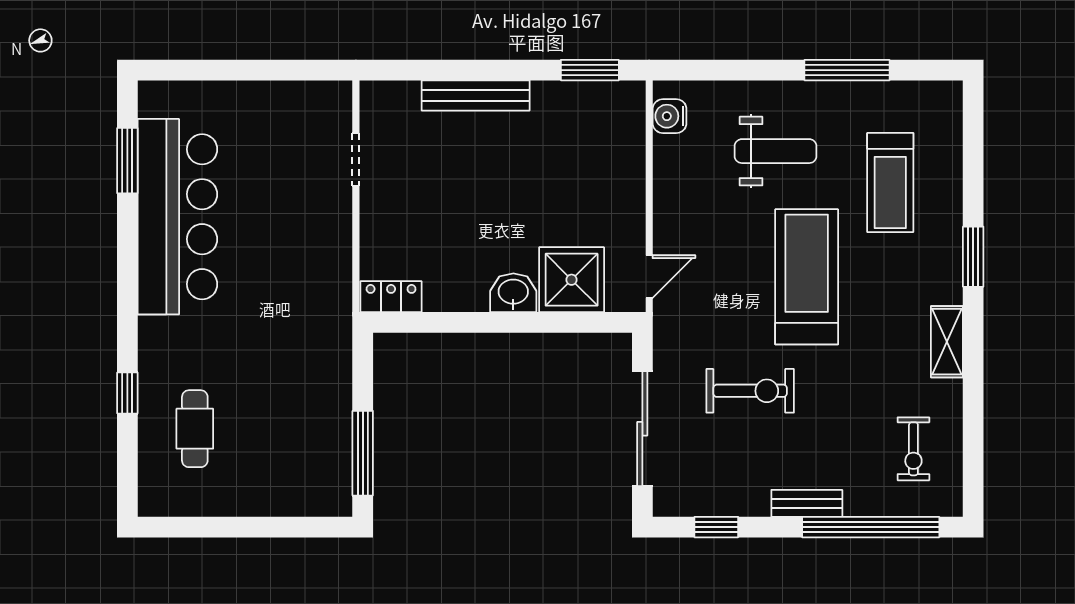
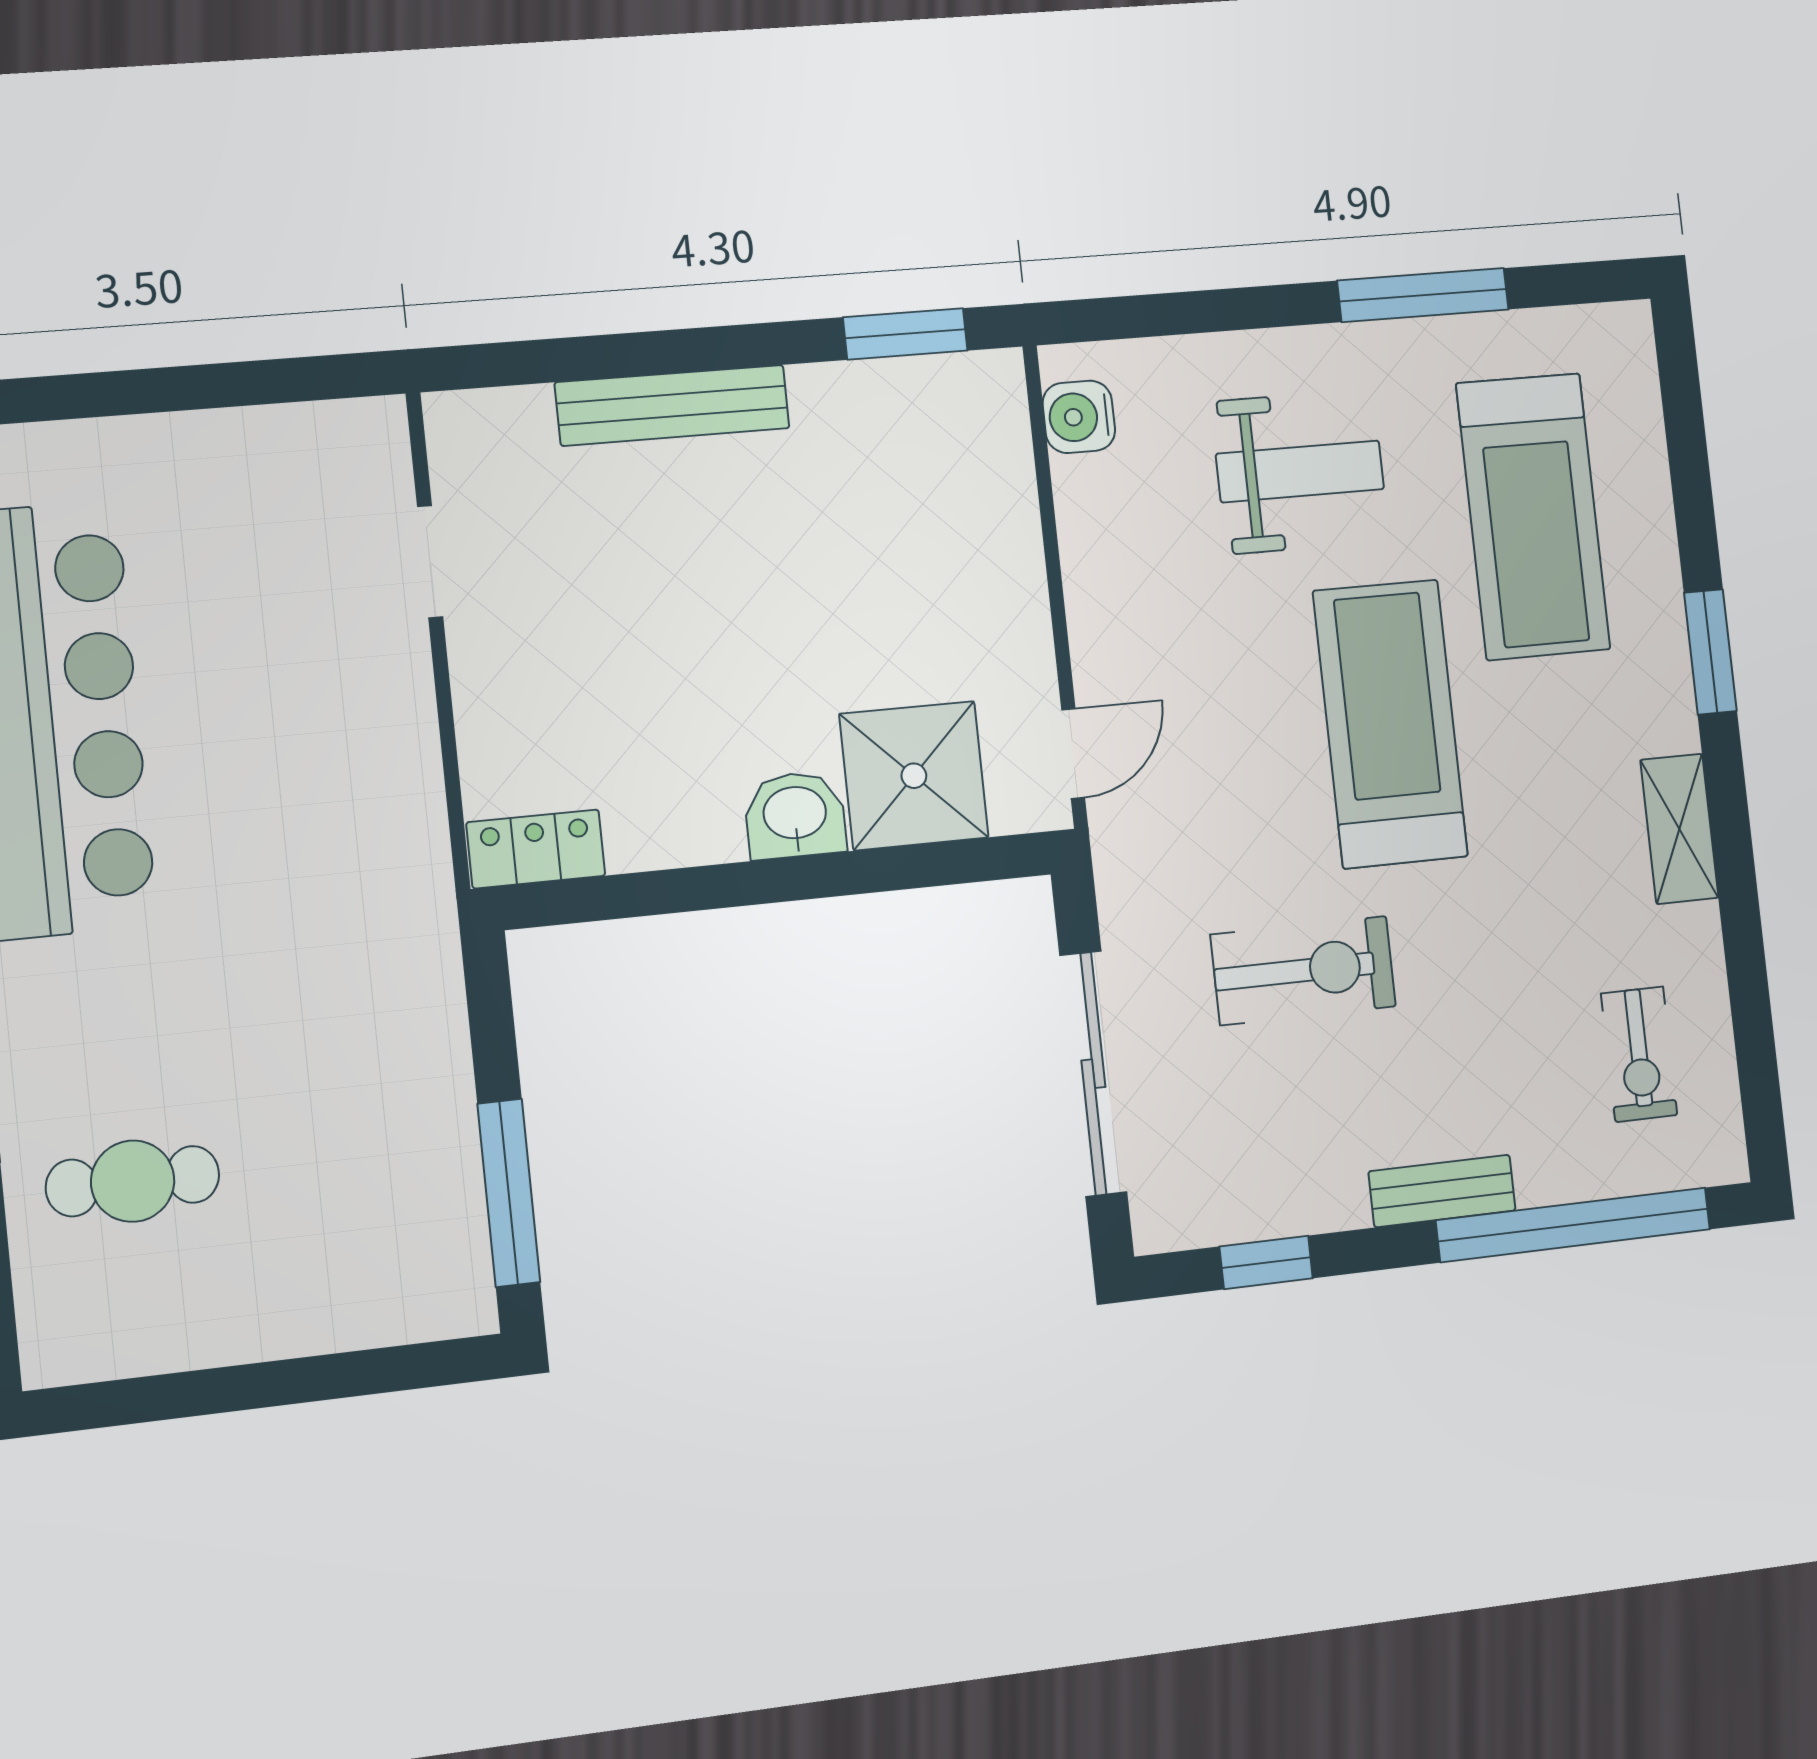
treadmill: (890, 183) -> (1533, 516), width x1.37, depth x1.38
cafe table: (195, 429) -> (133, 1181), turned 90

